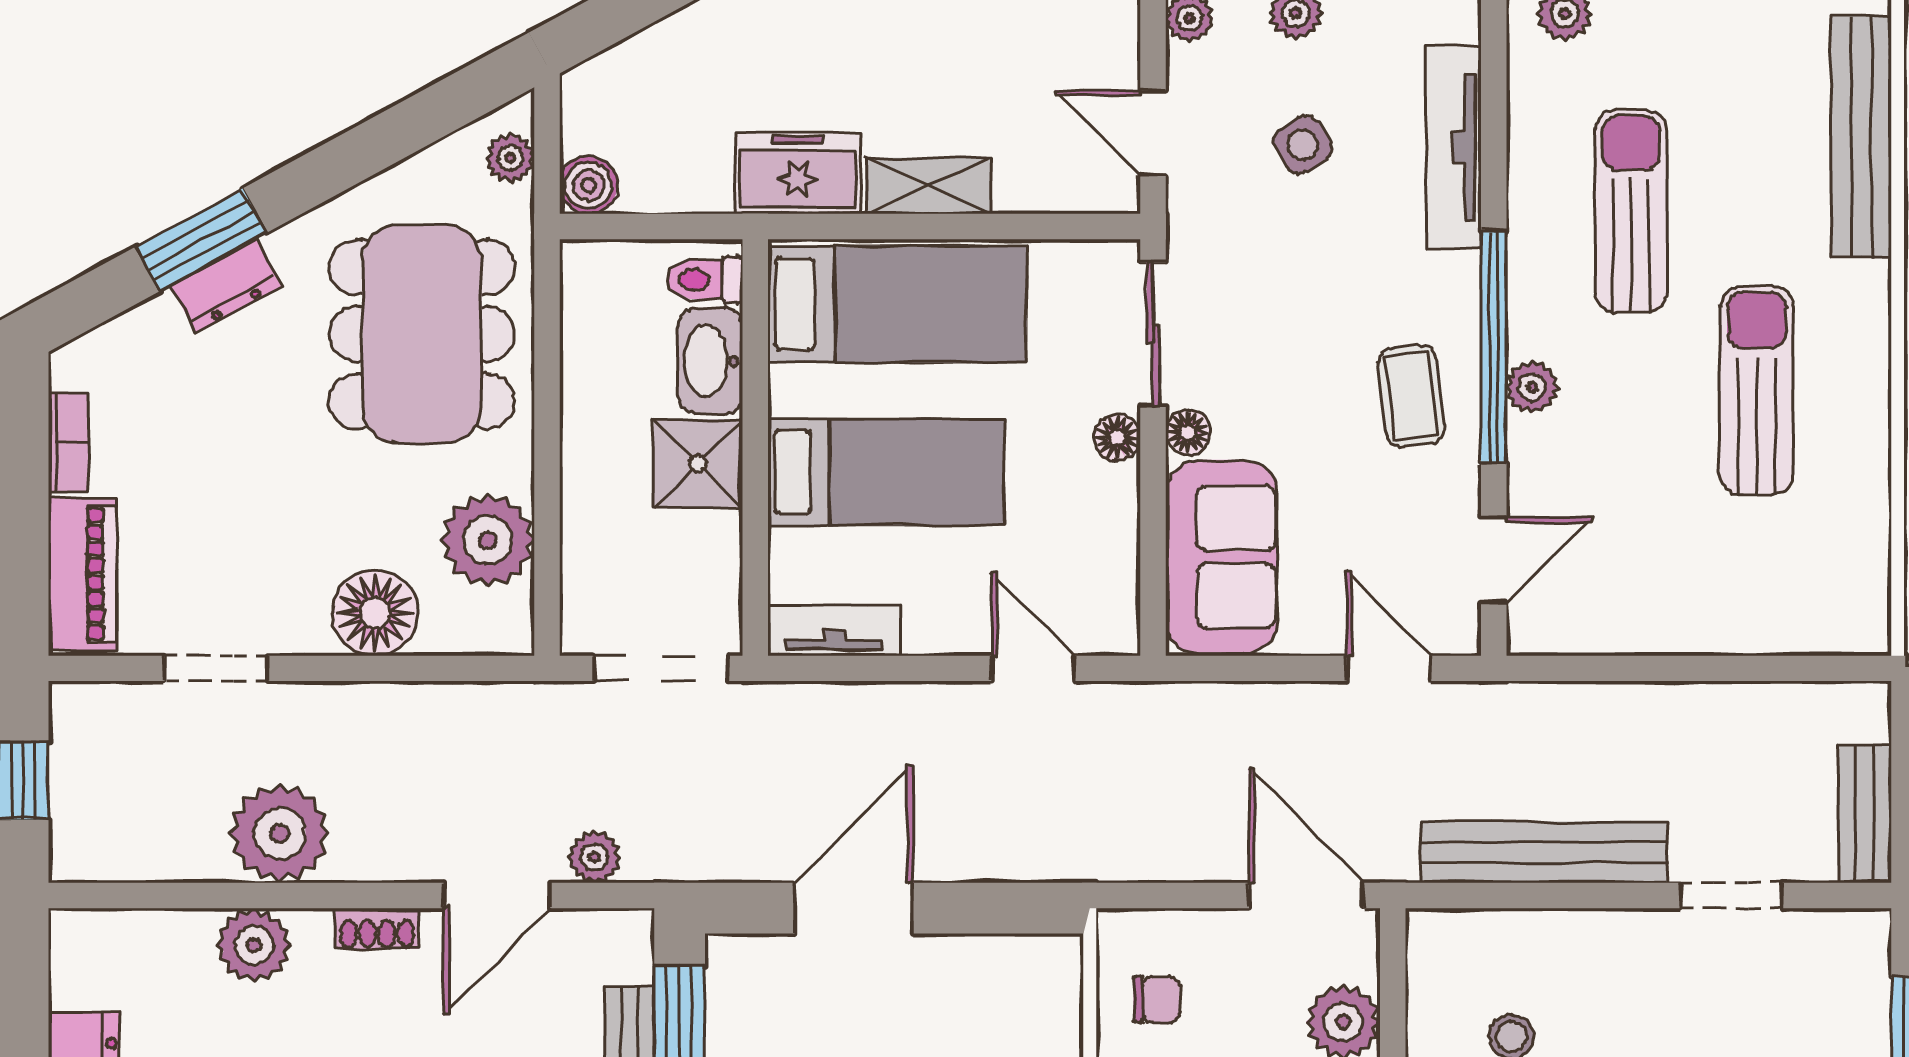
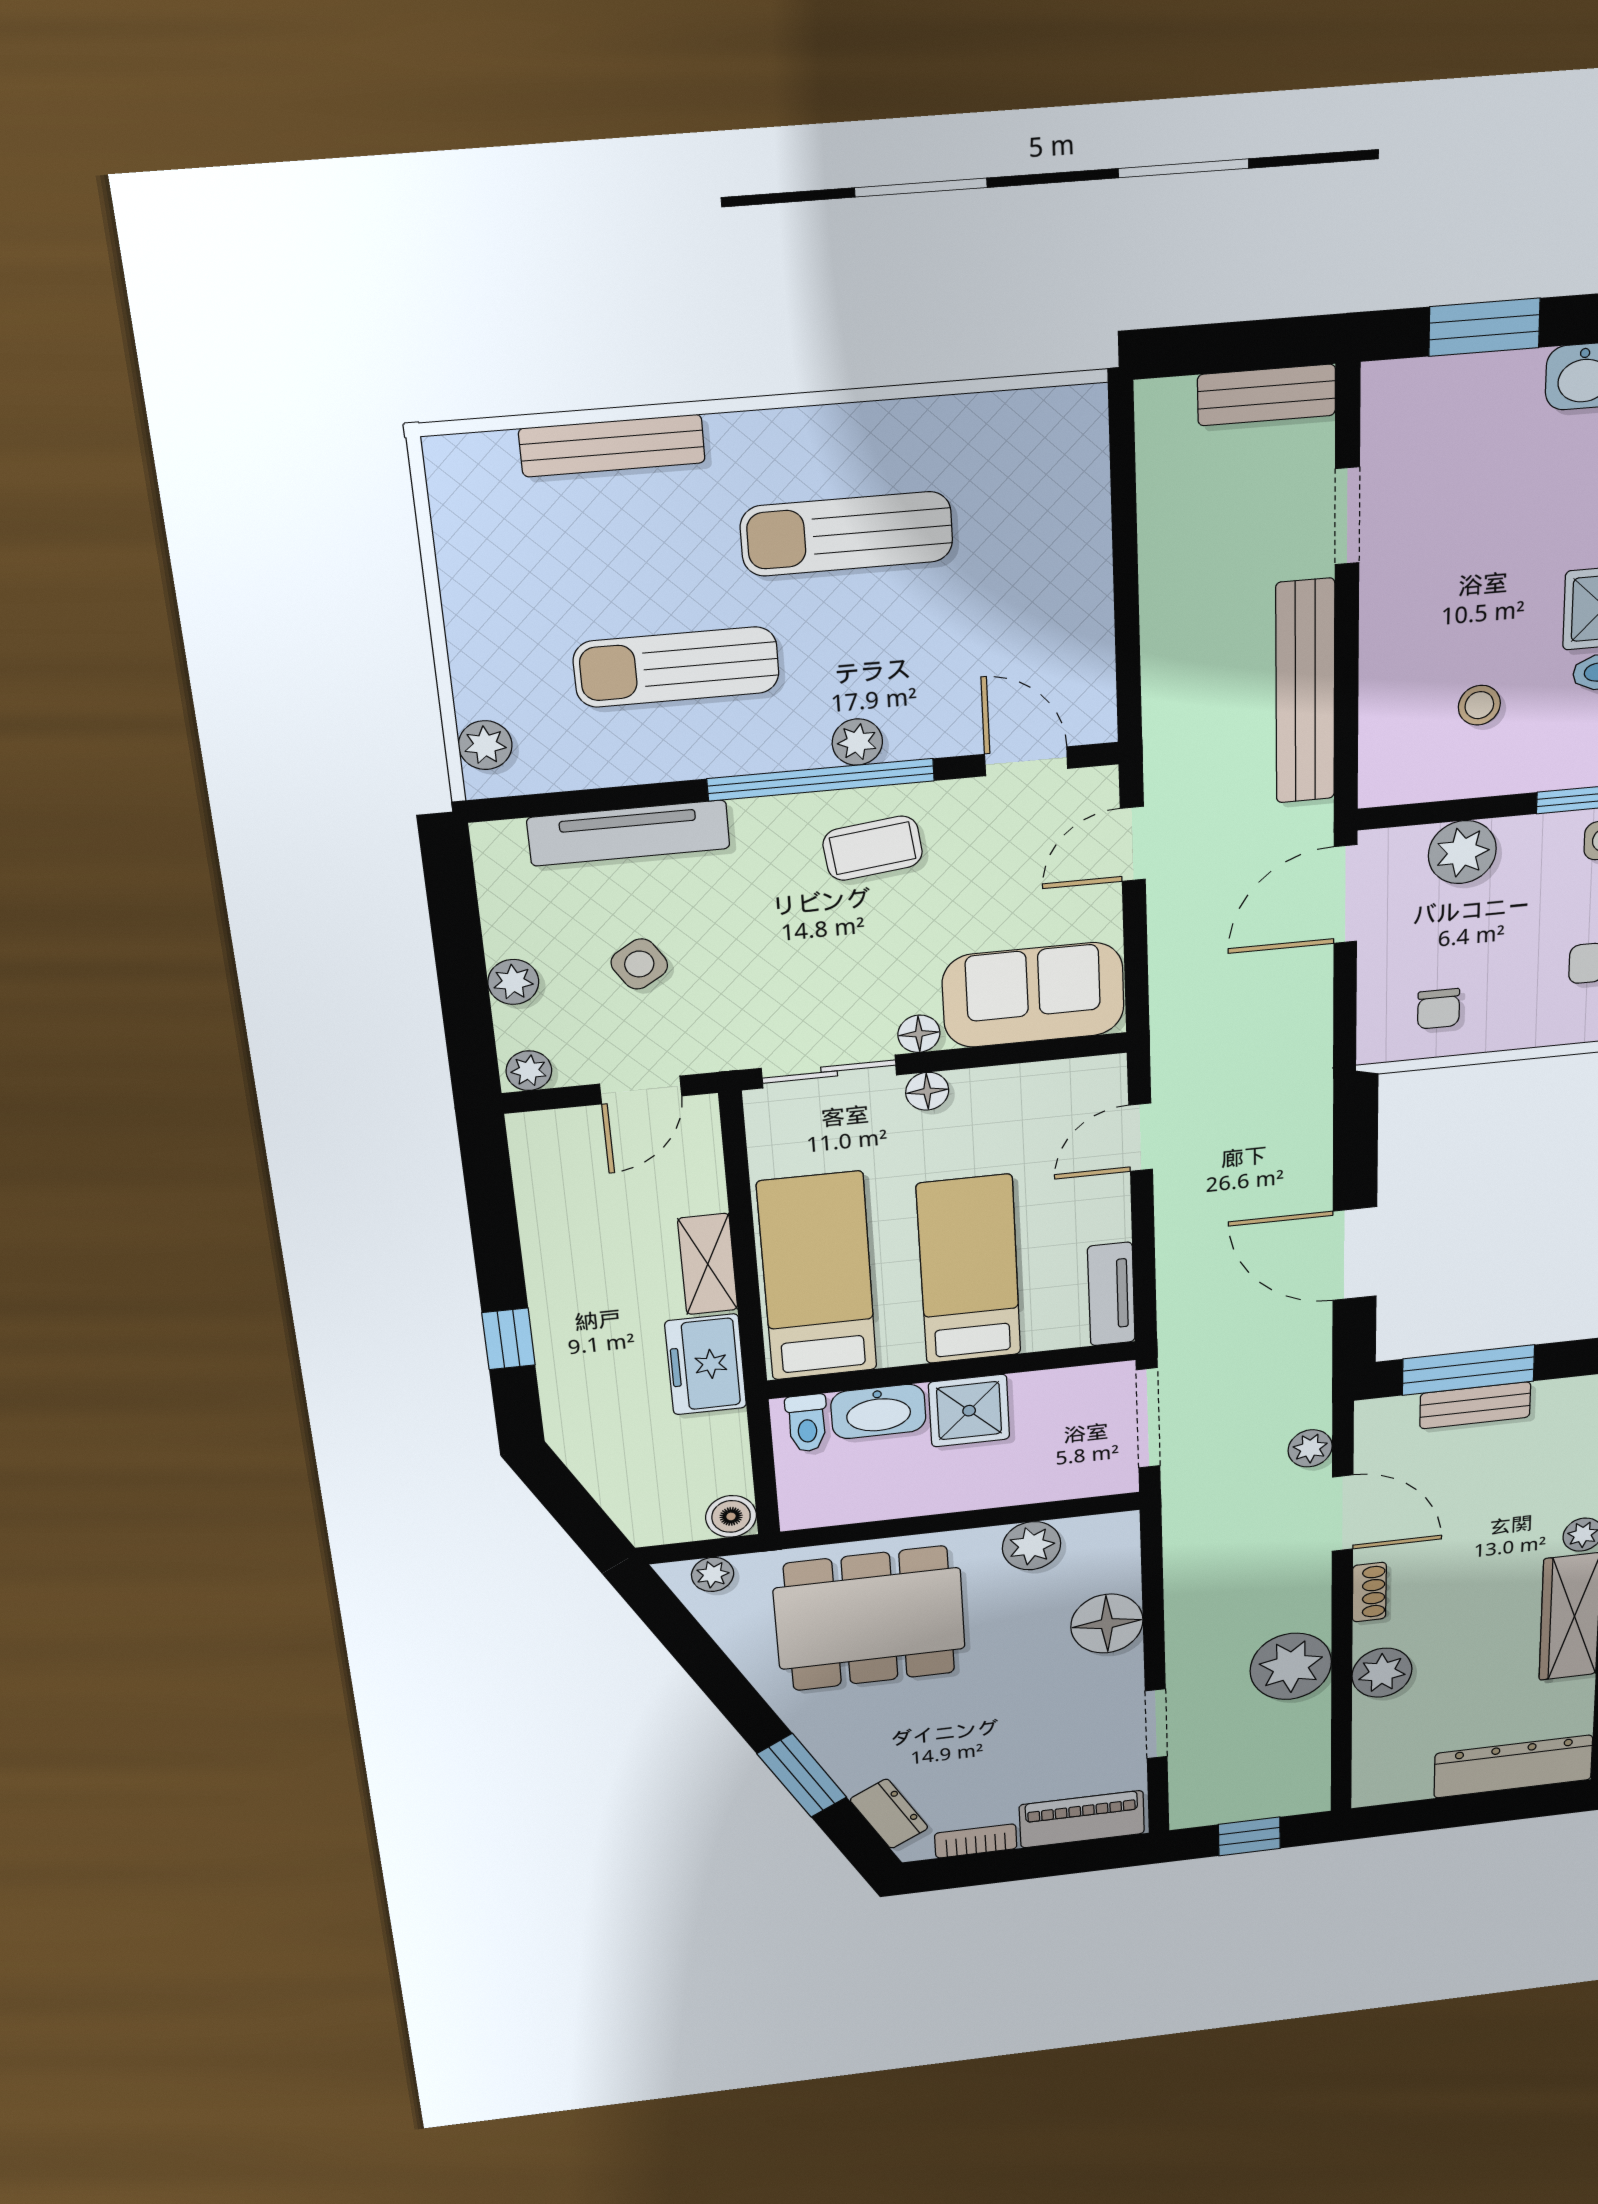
bench: (1861, 136) -> (612, 446), width x0.73, depth x0.82
dresser: (226, 286) -> (889, 1814), moved
plant: (488, 540) -> (1032, 1546), width x0.73, depth x0.73
chair: (1157, 999) -> (1439, 1009), turned 180

